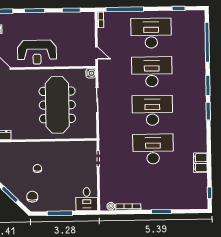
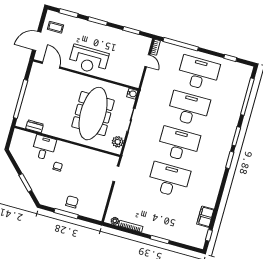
door: (96, 53) -> (147, 61), moved
plant: (90, 126) -> (118, 142), added
filing cabinet: (200, 163) -> (205, 217), moved
chair: (32, 197) -> (72, 202), moved
desk: (87, 199) -> (44, 148), moved, turned 180

